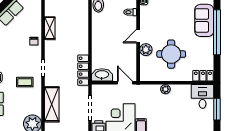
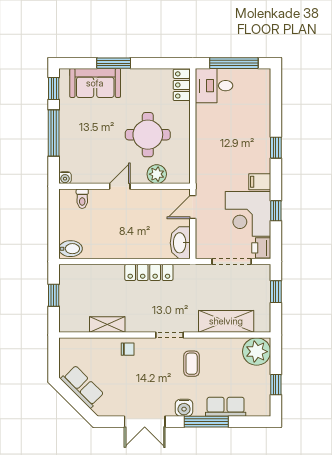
window: (217, 32) -> (114, 63), width x0.47
door: (138, 36) -> (120, 186), swing flipped
plant: (146, 50) -> (157, 174), moved
locker: (83, 70) -> (149, 272), moved
plant: (165, 89) -> (203, 144), removed
window: (217, 109) -> (234, 63), width x1.44

